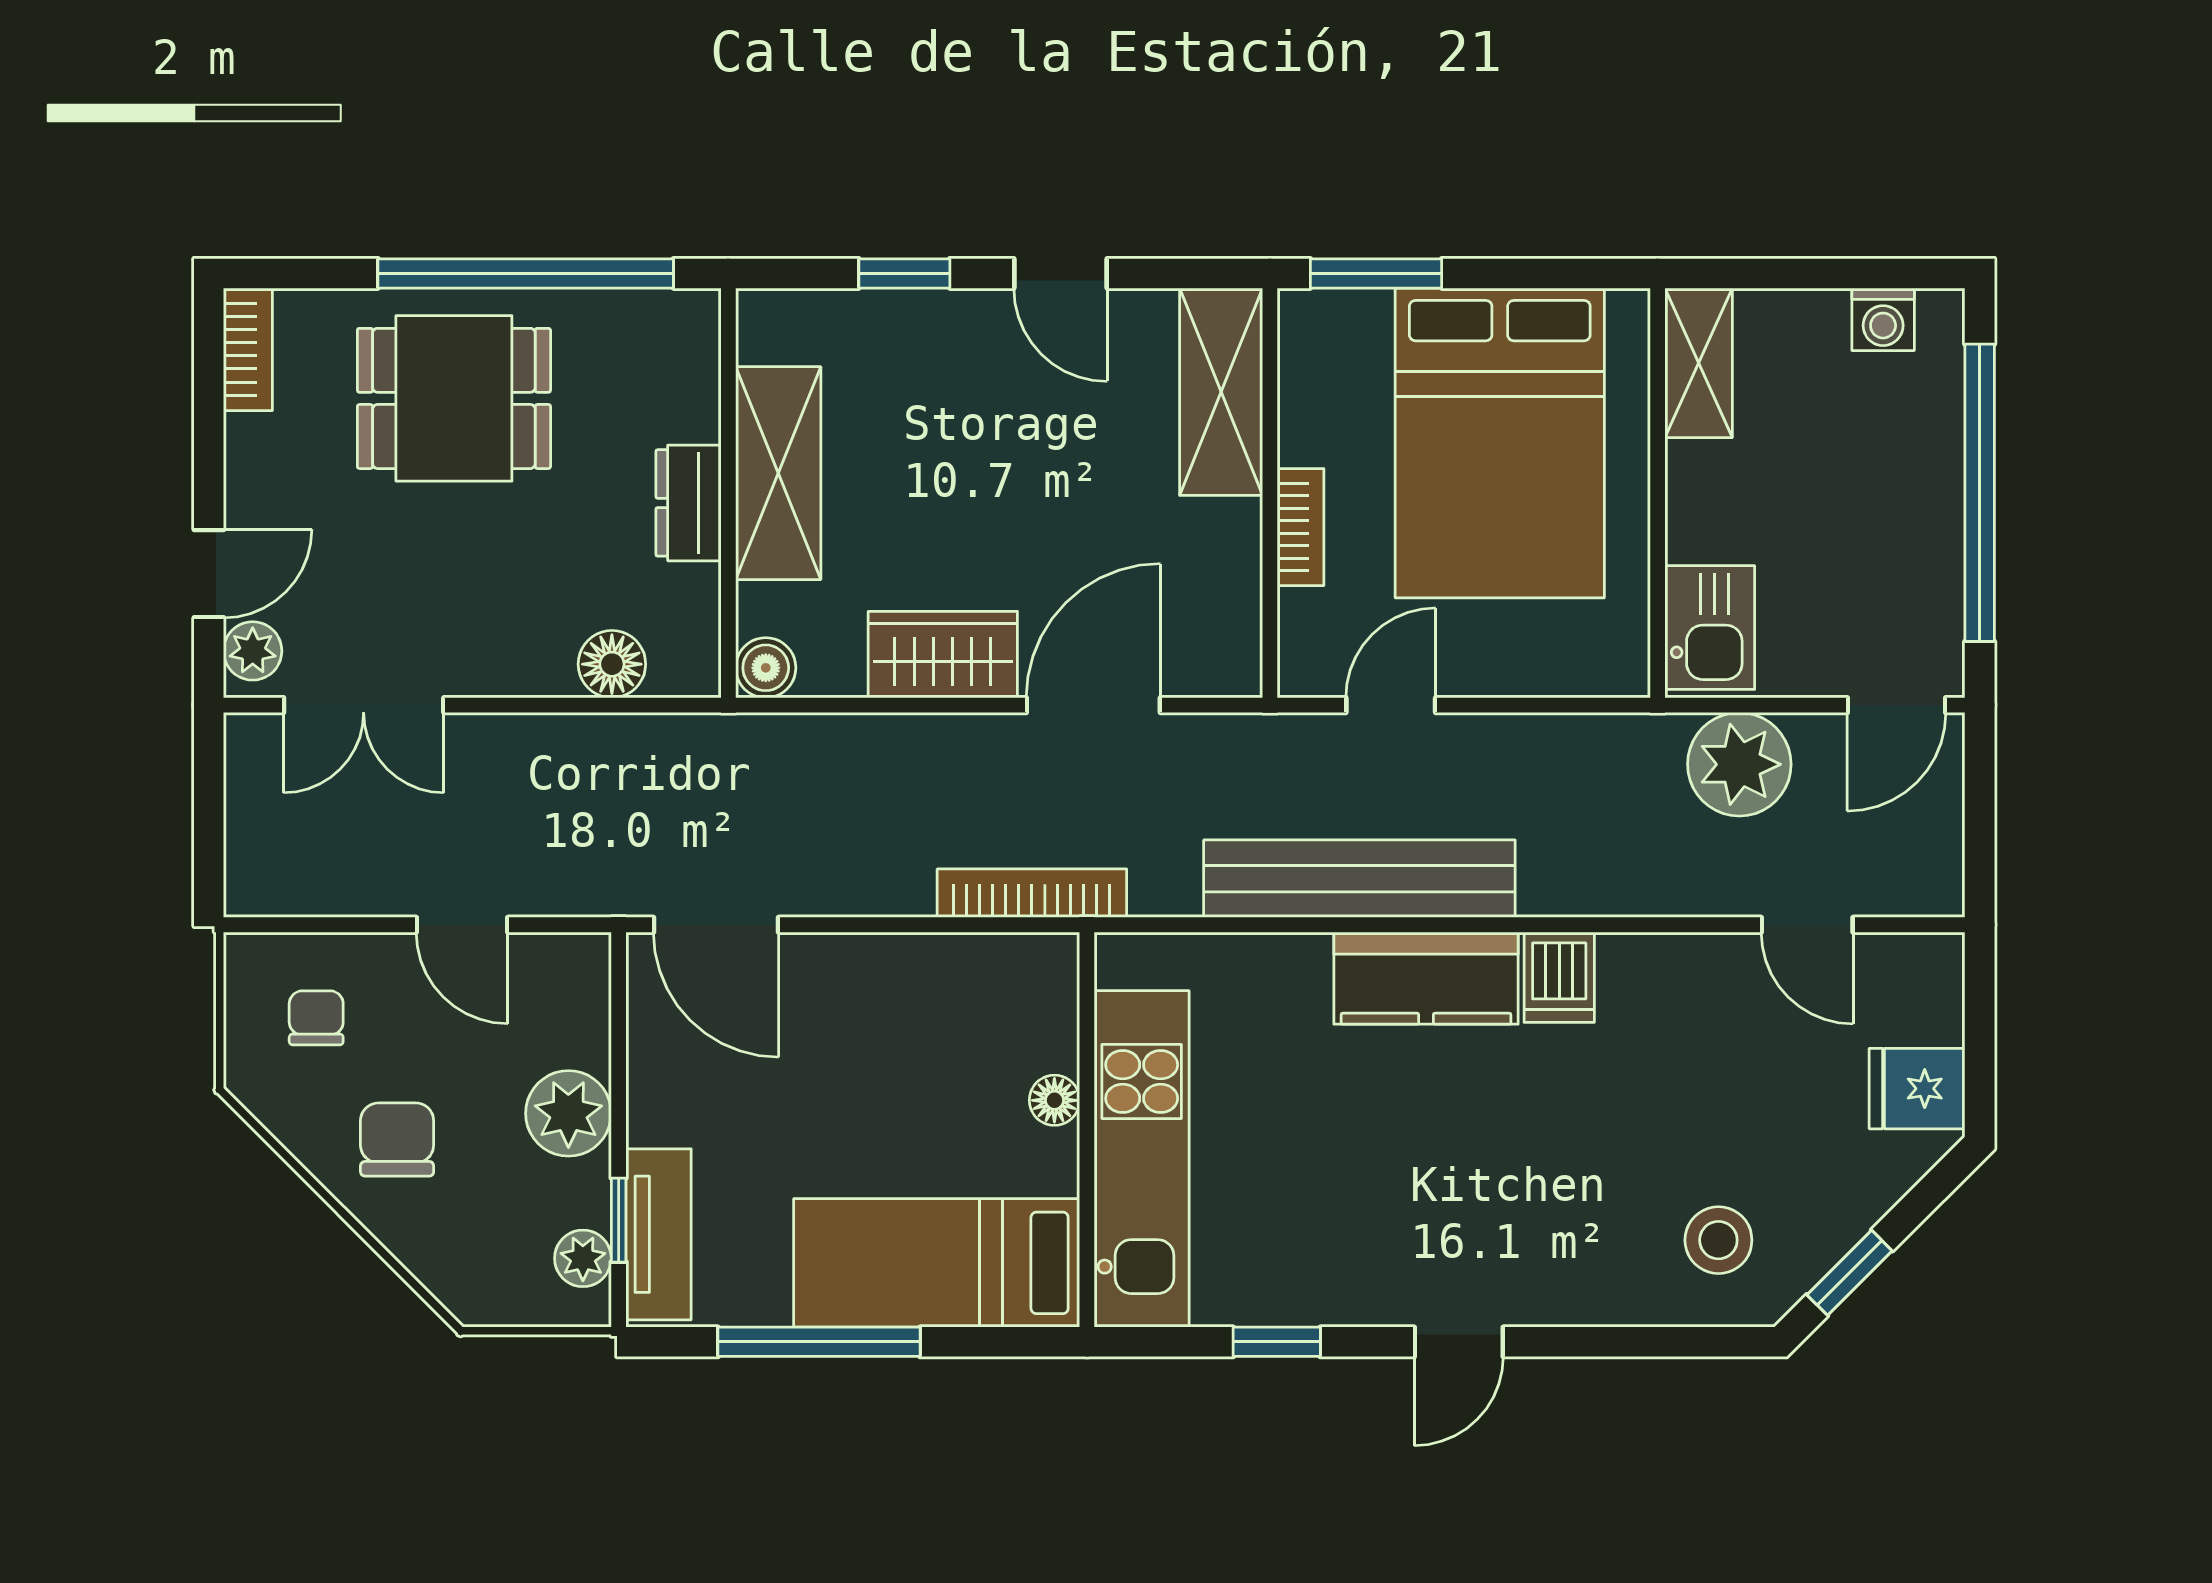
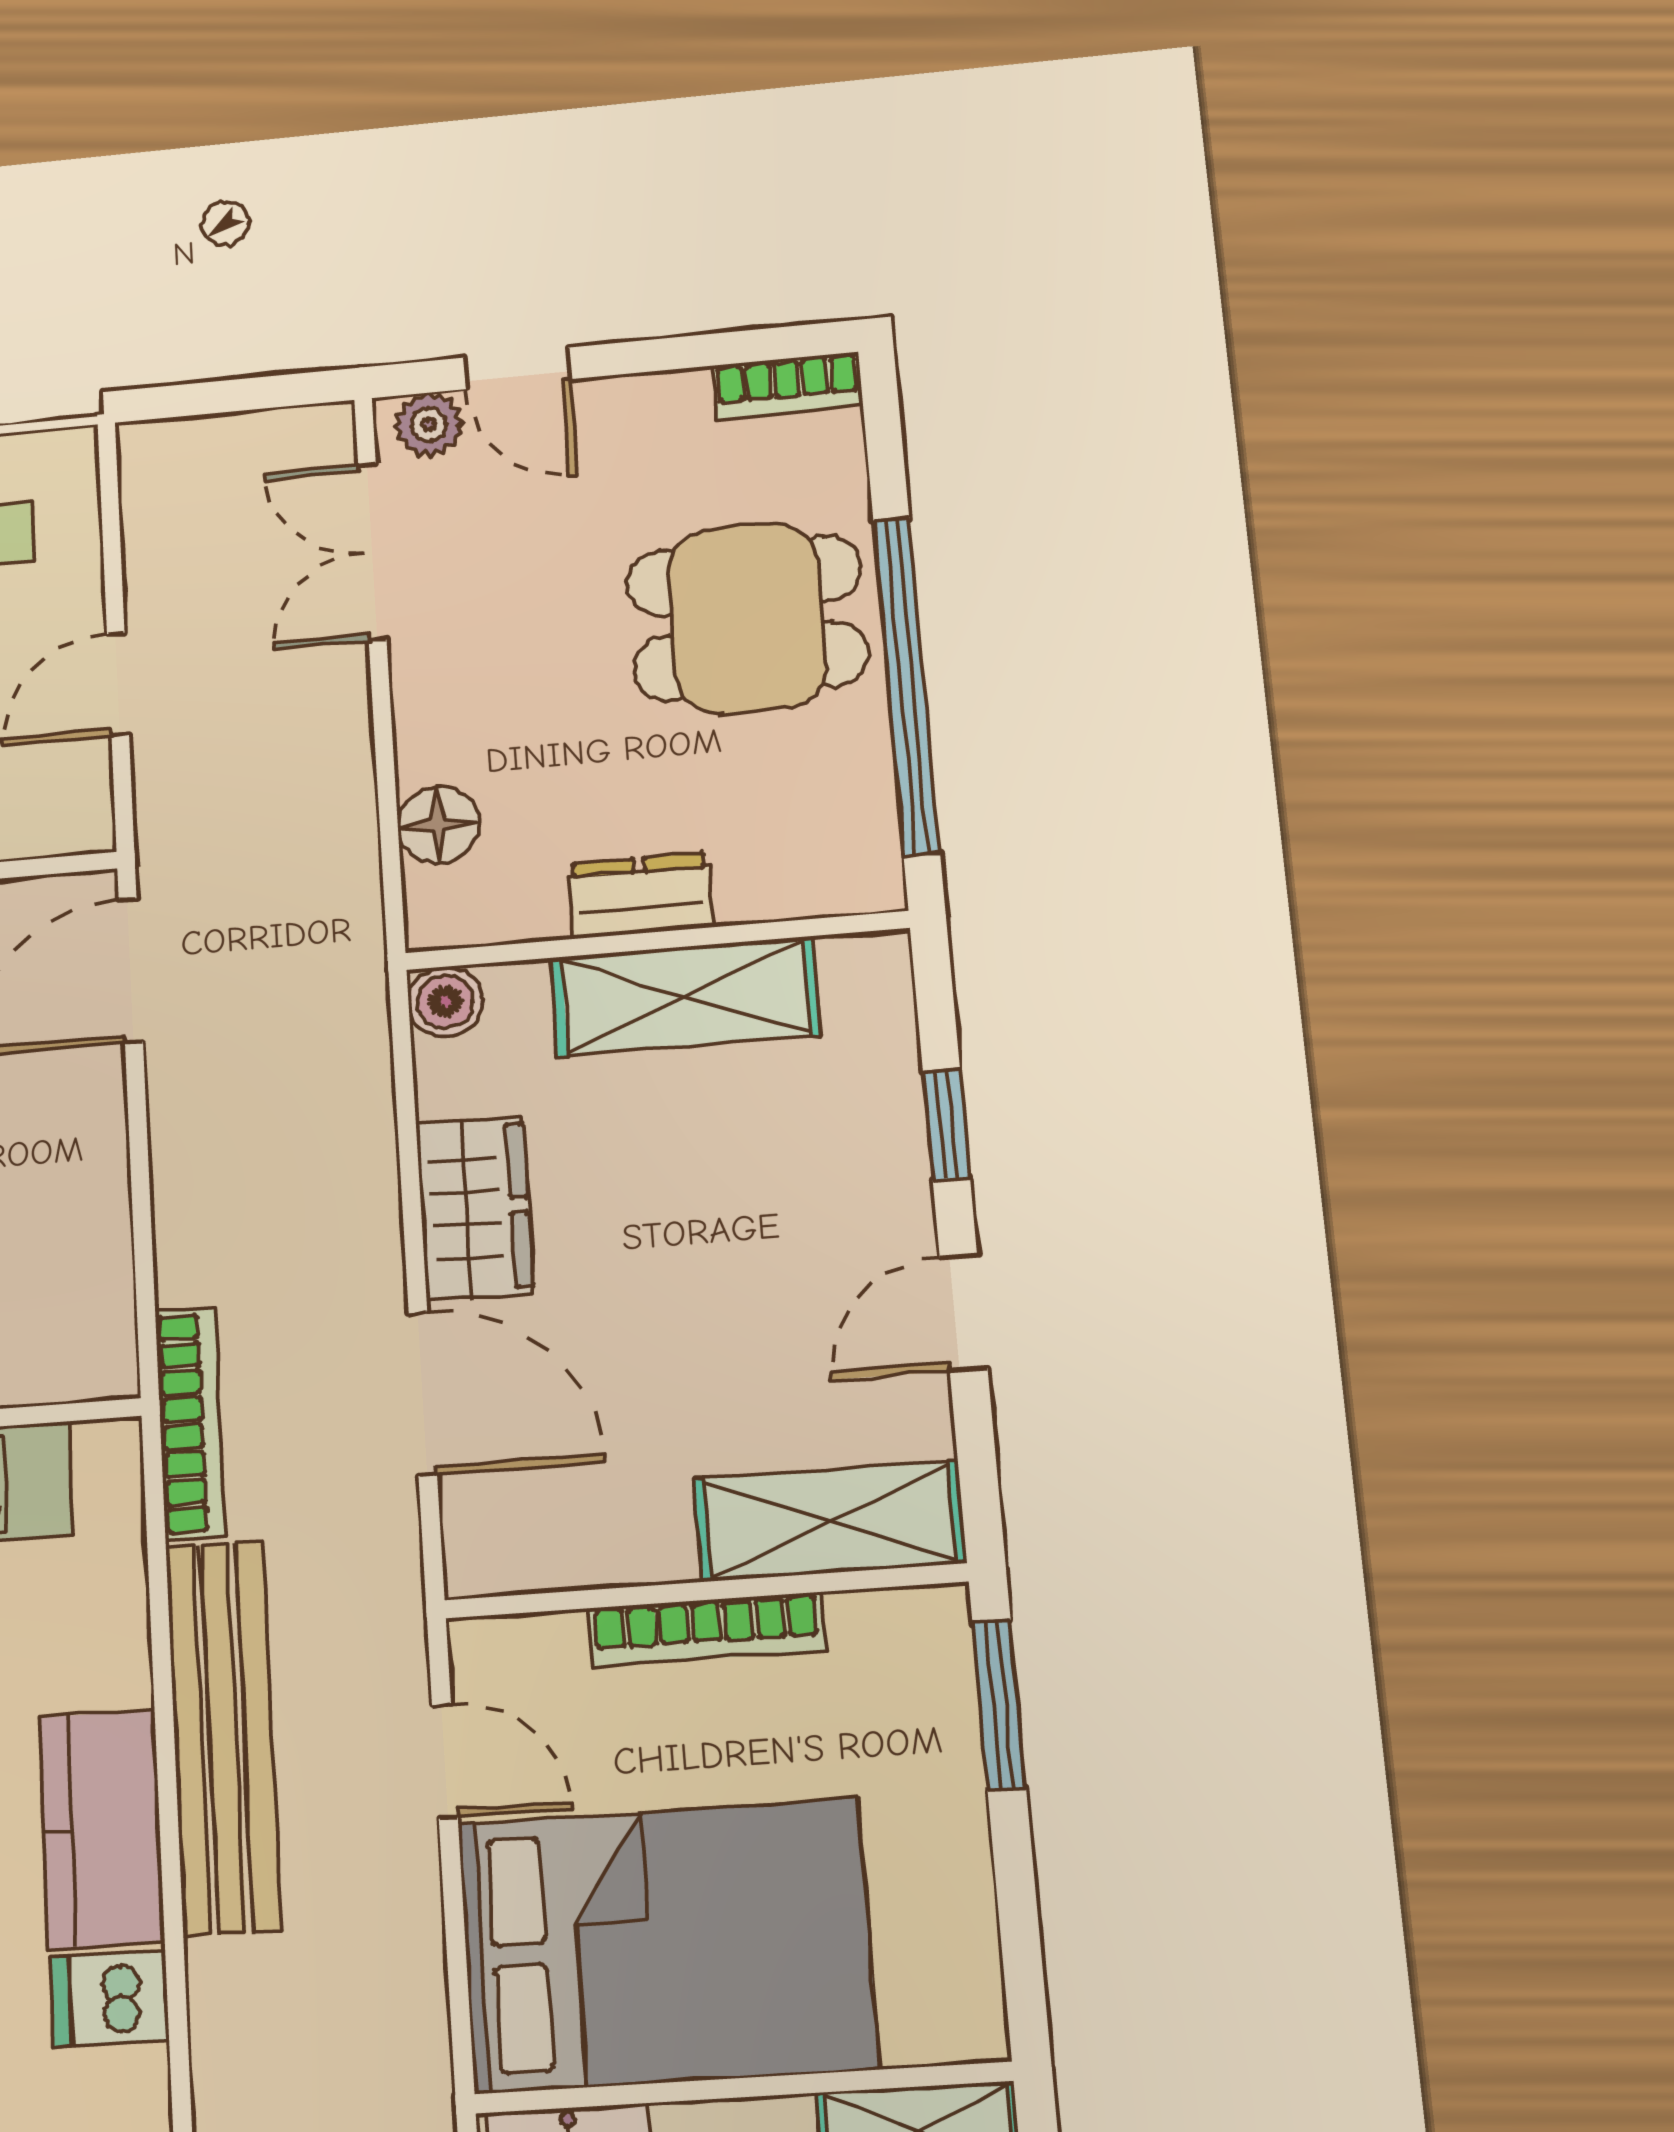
dining table: (454, 398) -> (747, 618), turned 90
bed: (1500, 443) -> (667, 1946), moved, turned 180
bookcase: (1301, 527) -> (707, 1629), width x1.56
bookcase: (1032, 893) -> (190, 1423), moved

